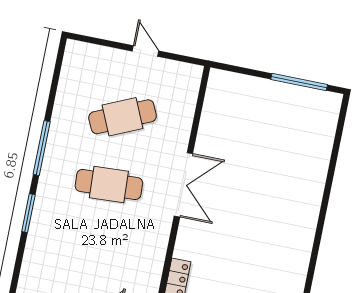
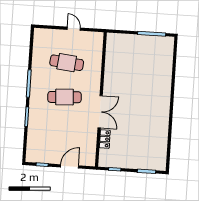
cafe table: (123, 117) -> (67, 63), turned 30
double door: (183, 185) -> (100, 112), moved

